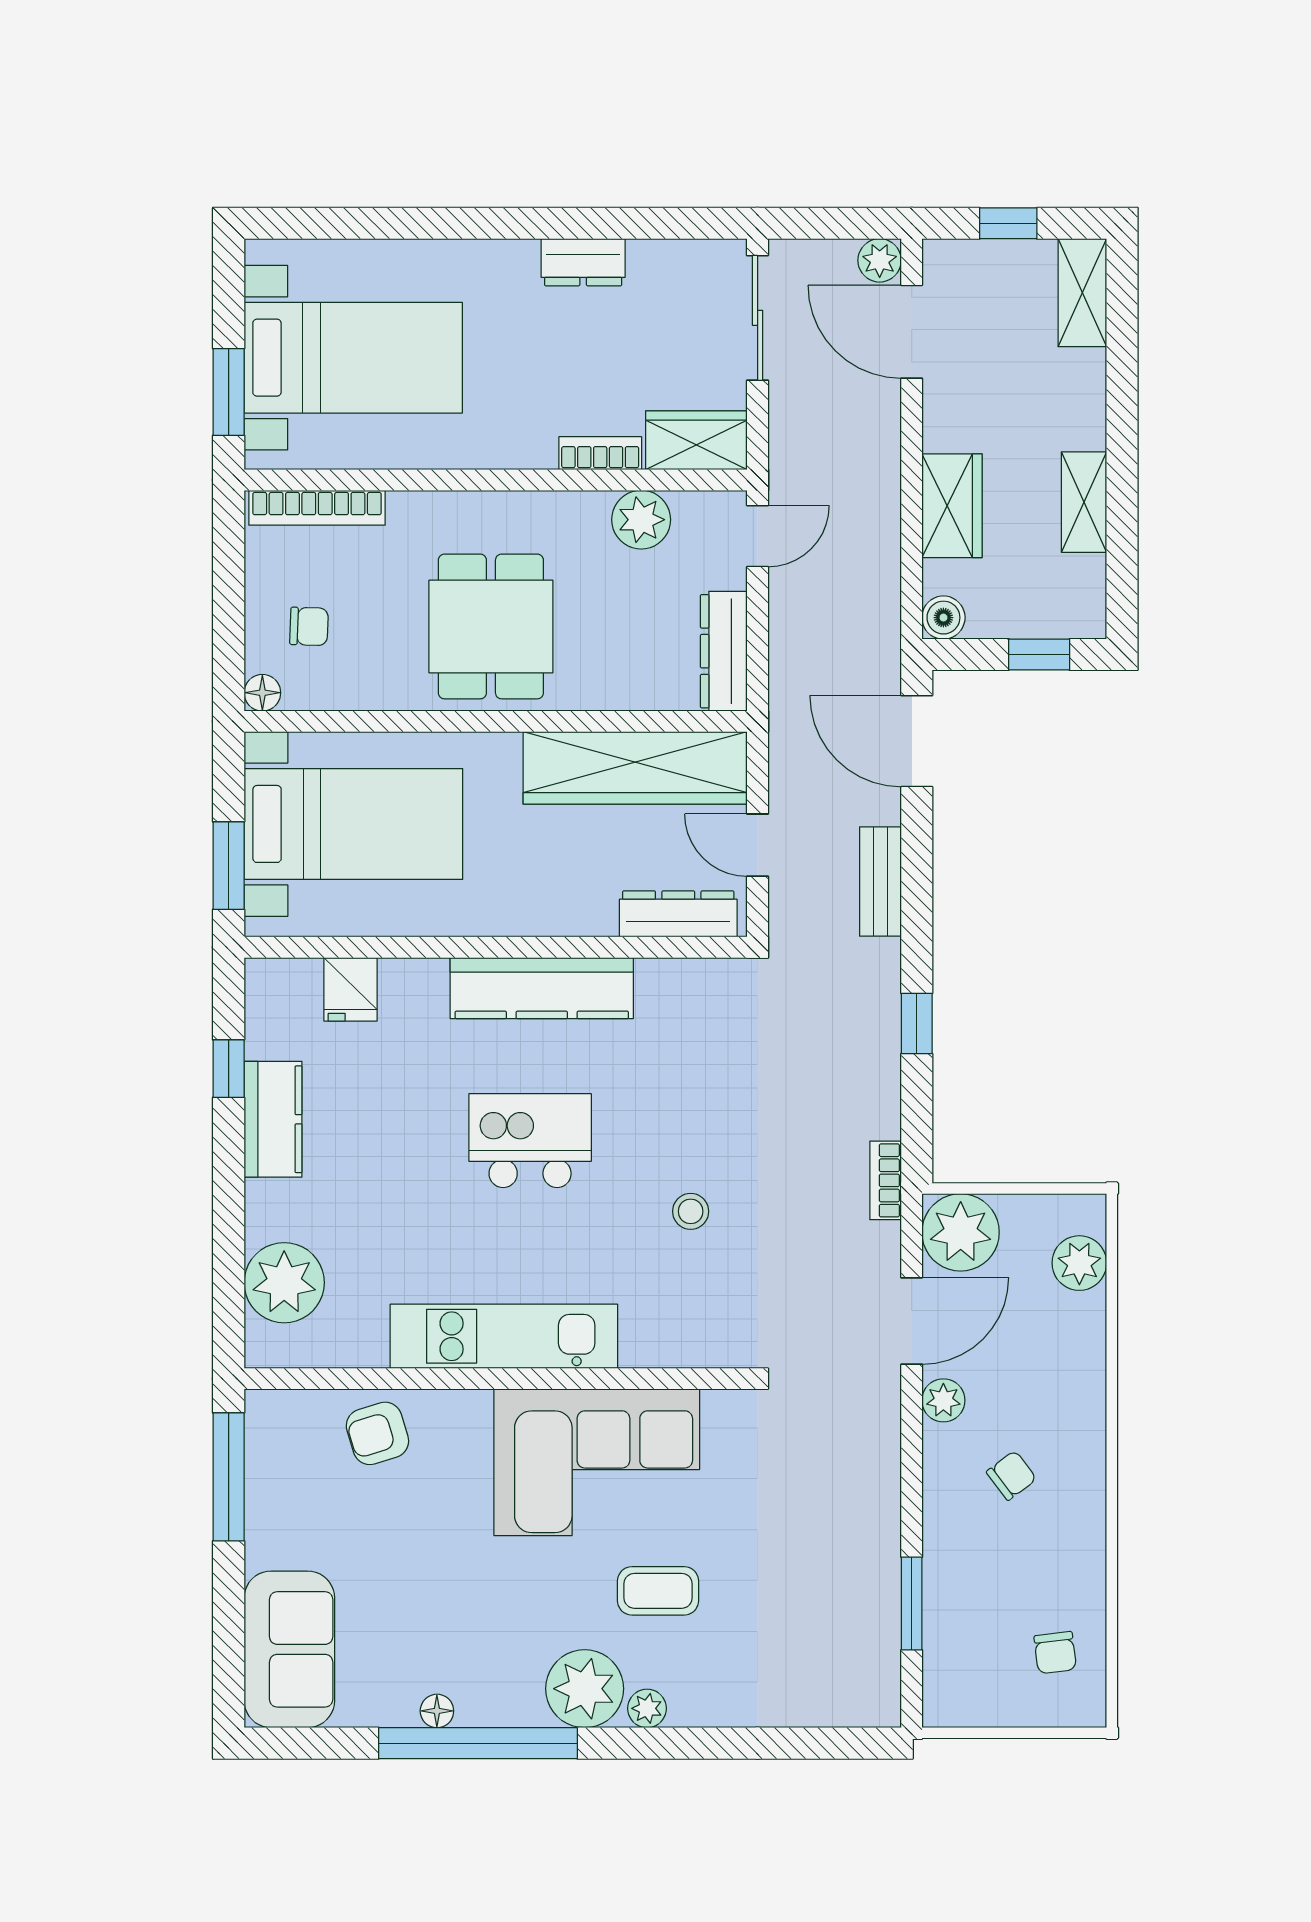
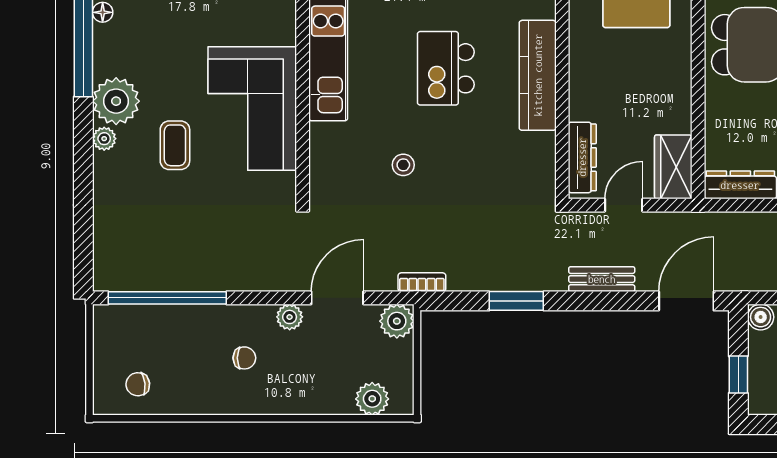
wardrobe: (635, 768) -> (673, 167), width x0.48, depth x0.85
window: (917, 1024) -> (516, 301), width x1.50
kitchen island: (530, 1141) -> (446, 68), turned 180
plant: (961, 1232) -> (397, 321), width x0.73, depth x0.73
door: (912, 1321) -> (337, 298), swing flipped
chair: (1011, 1475) -> (244, 358), turned -53
window: (912, 1603) -> (167, 298), width x2.11

